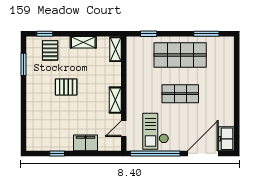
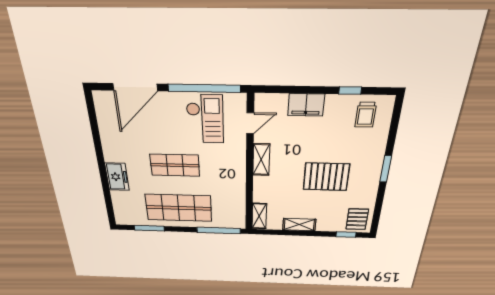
window: (149, 34) -> (219, 230), width x2.17
pallet: (50, 50) -> (357, 219), moved
window: (24, 64) -> (386, 169), moved
pallet: (66, 87) -> (326, 177), width x1.50, depth x1.42
trolley: (44, 137) -> (366, 115), added
freezer: (226, 139) -> (117, 177), moved

